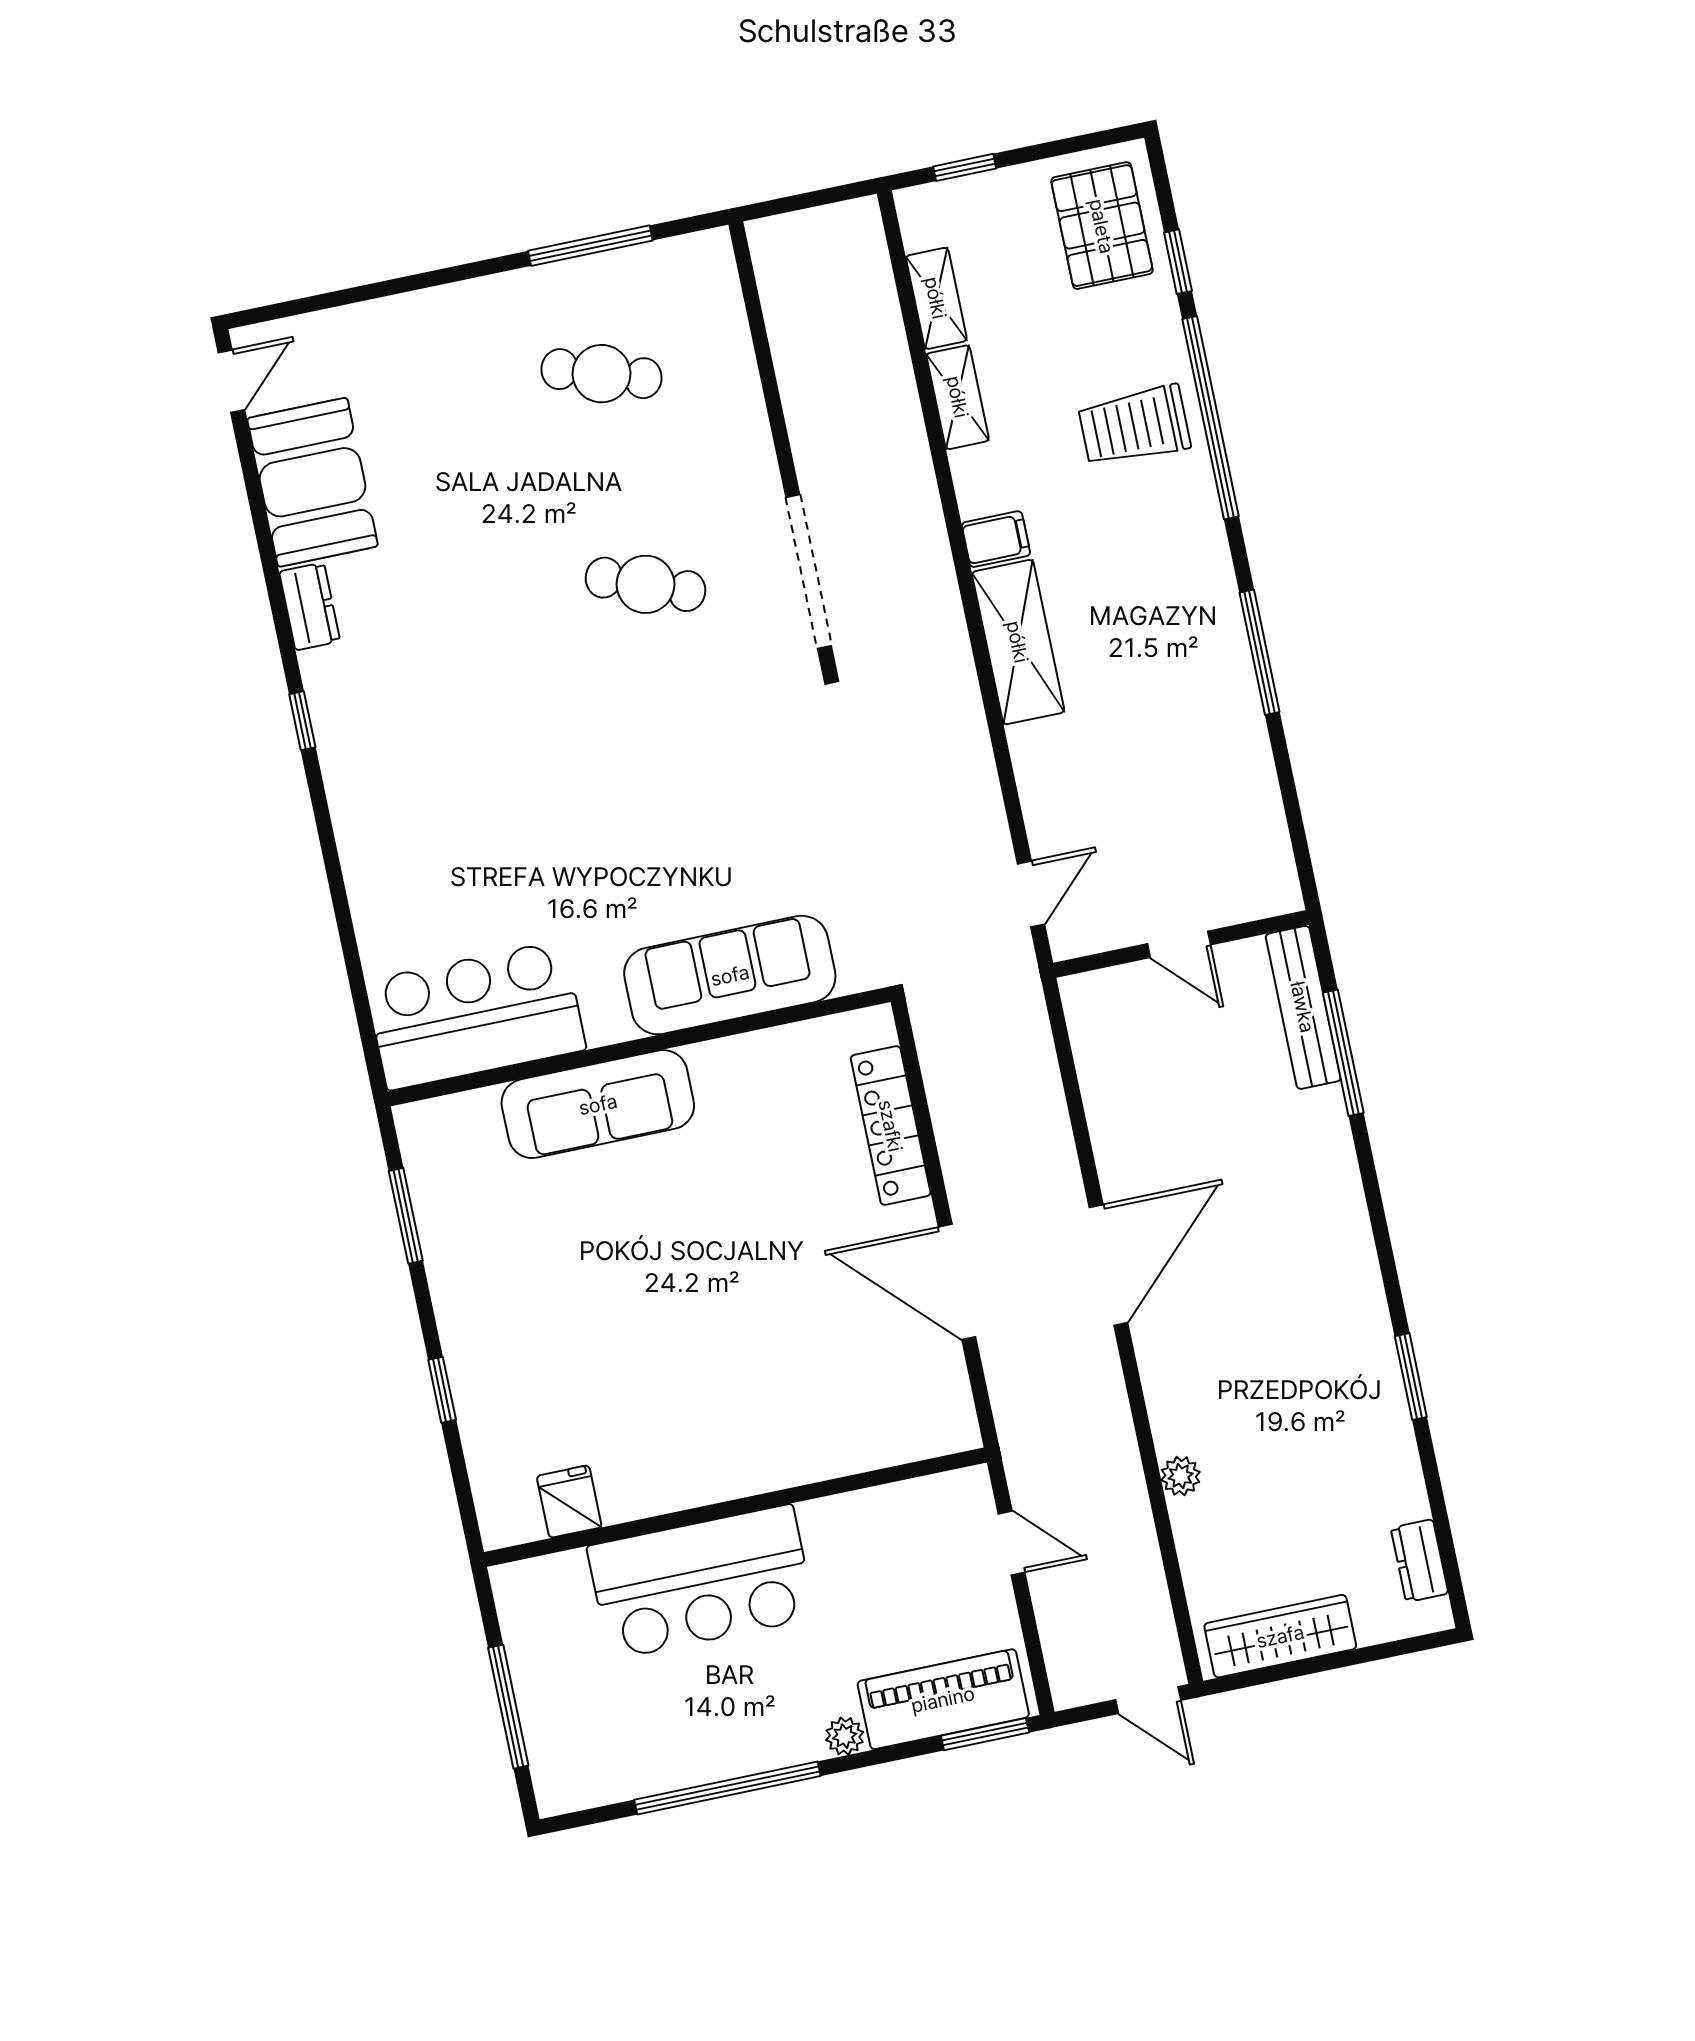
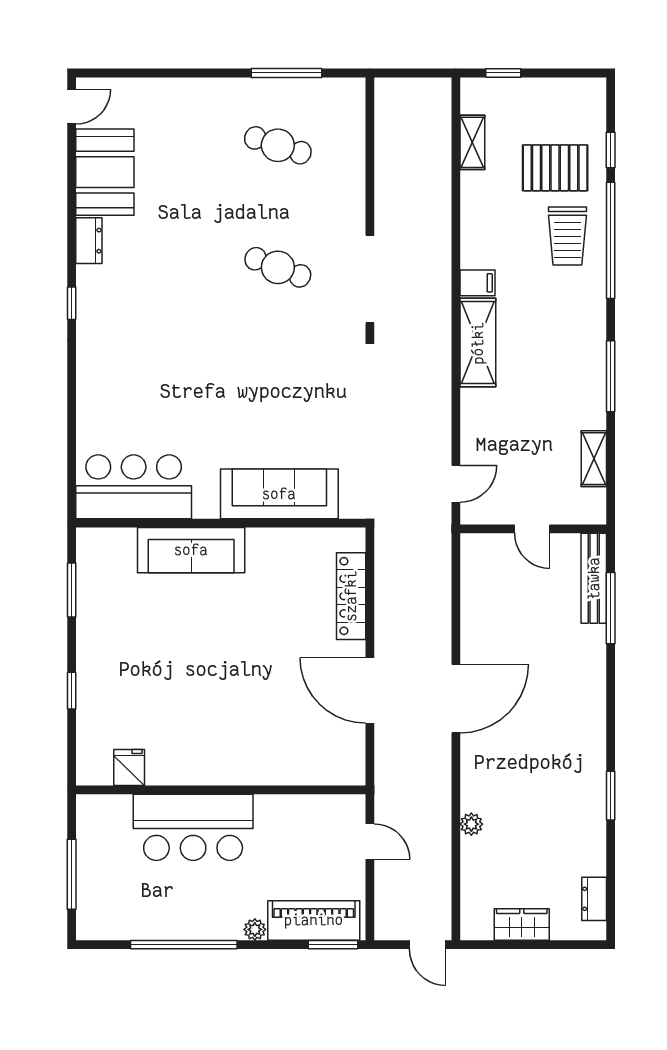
pallet: (1102, 226) -> (555, 168), moved, turned 90
shelving: (958, 397) -> (594, 459), moved
trolley: (1134, 426) -> (567, 236), turned -90
wardrobe: (1280, 1636) -> (522, 925), width x0.67

